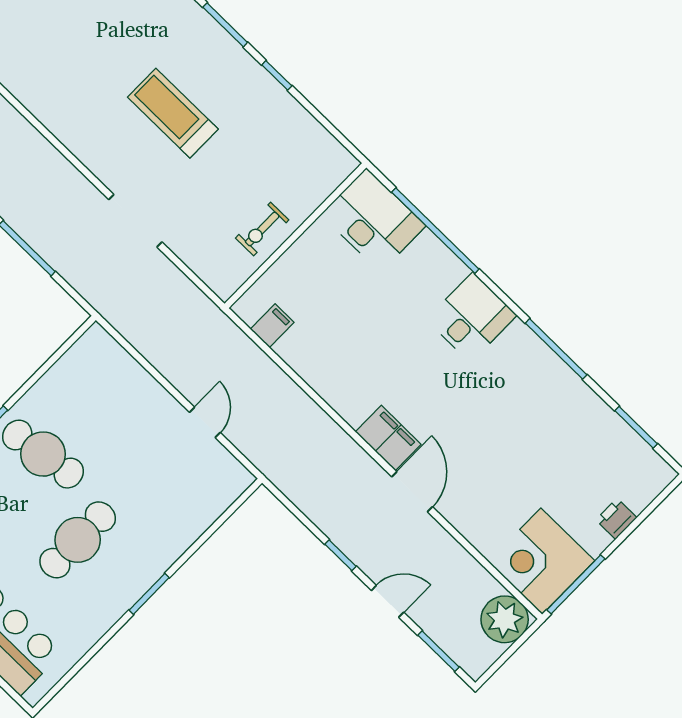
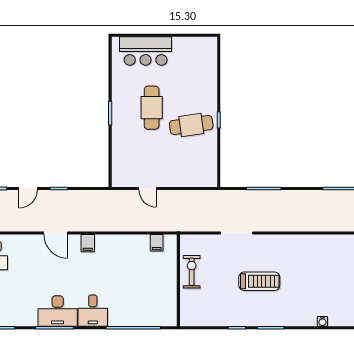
desk: (373, 220) -> (58, 311), moved
exercise bike: (262, 229) -> (192, 272), width x1.38, depth x1.39
filing cabinet: (388, 438) -> (88, 243), width x0.50

